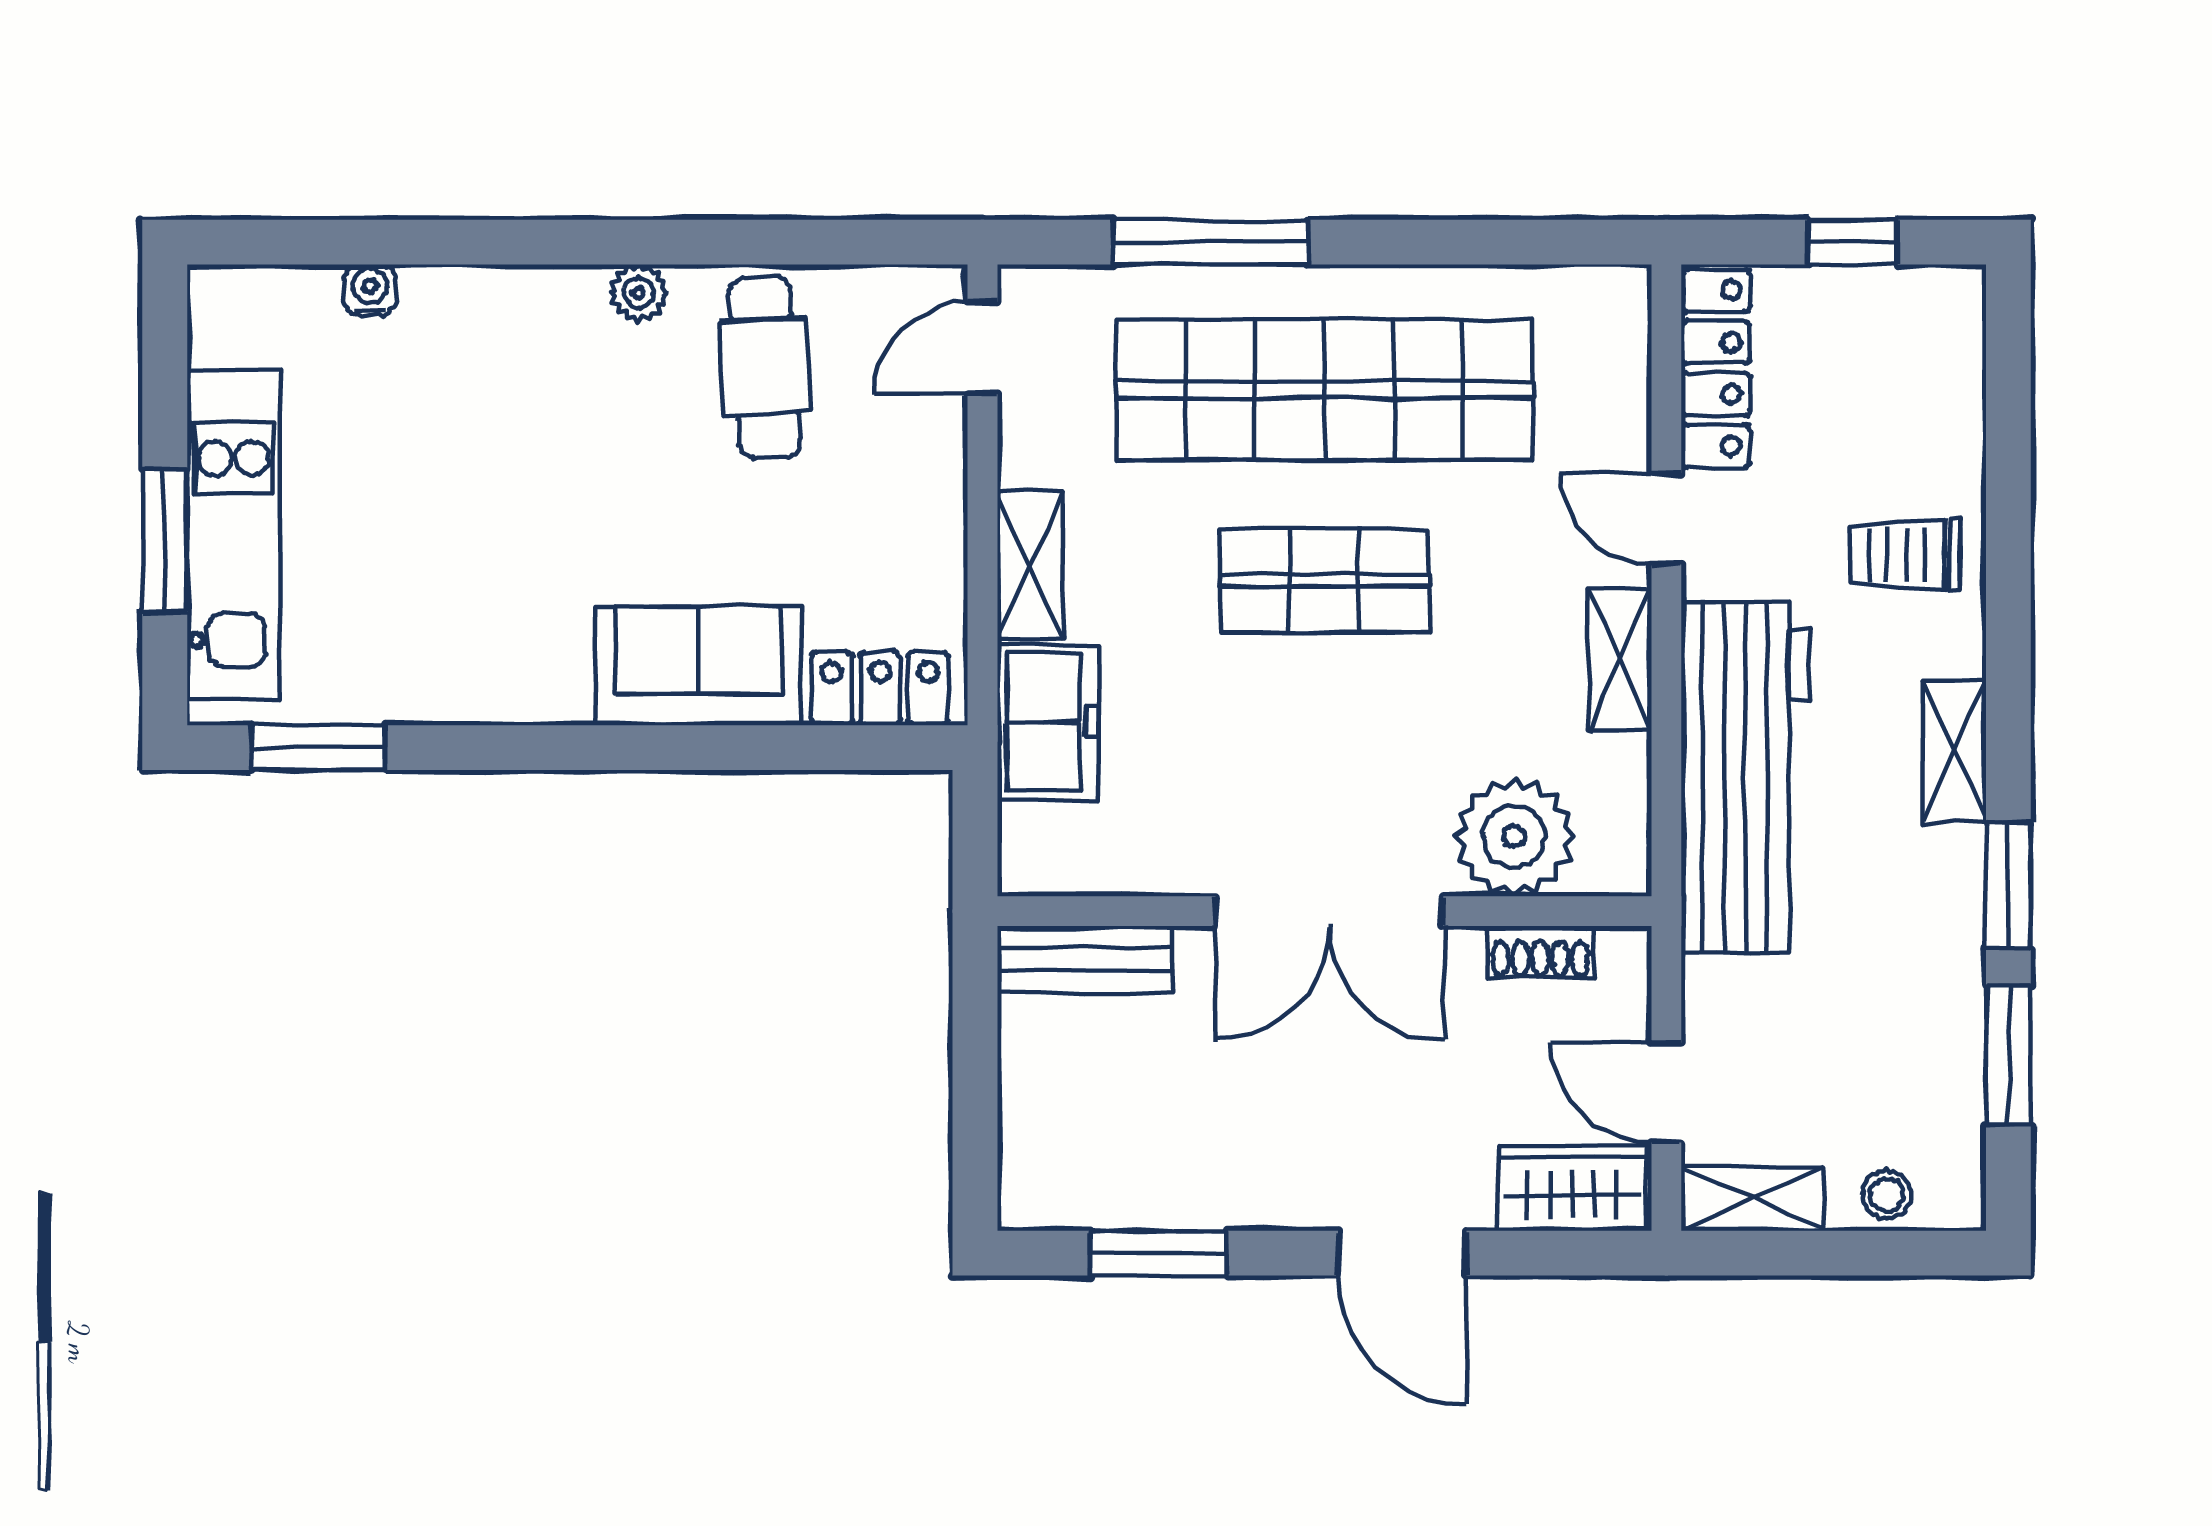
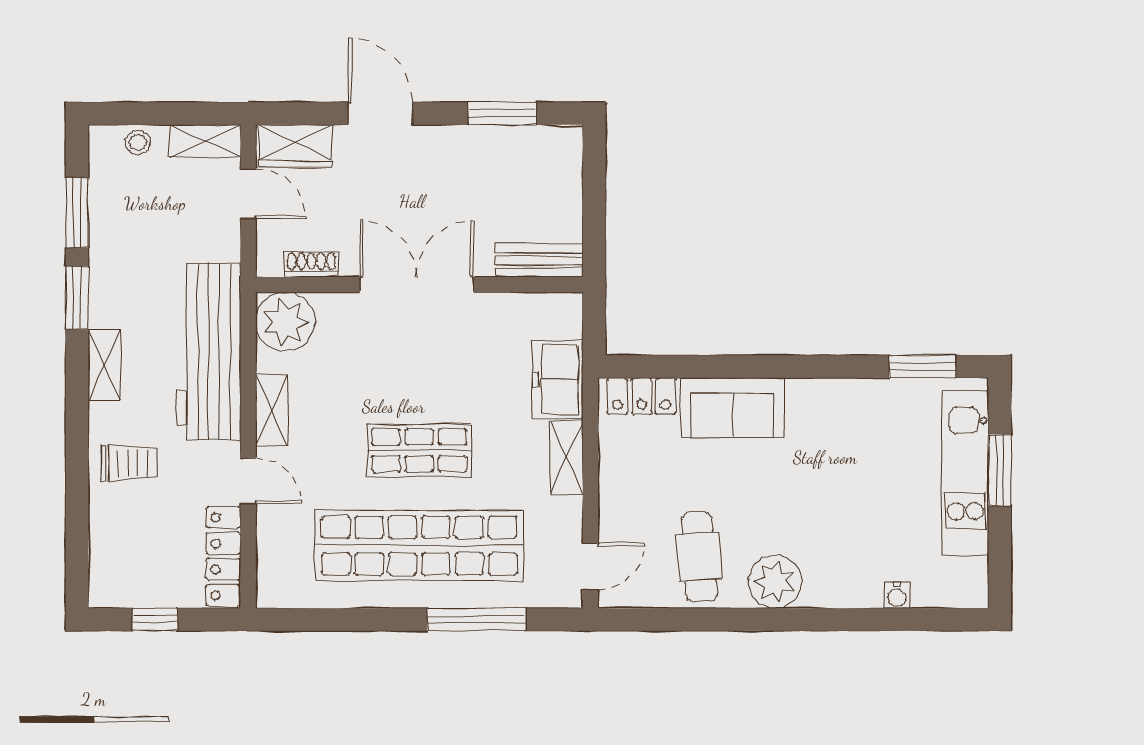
plant: (638, 293) -> (775, 582), width x1.88, depth x1.88
plant: (1514, 837) -> (285, 322), moved

